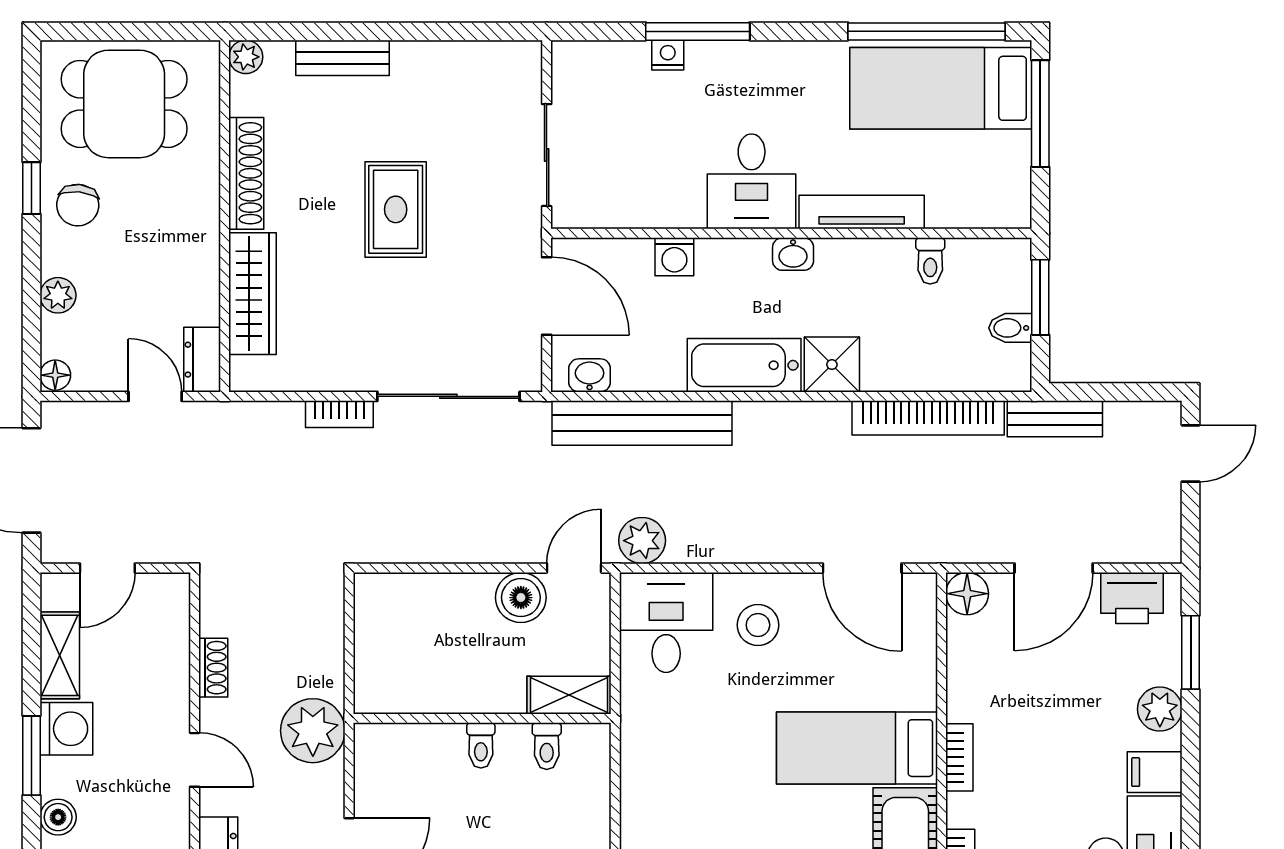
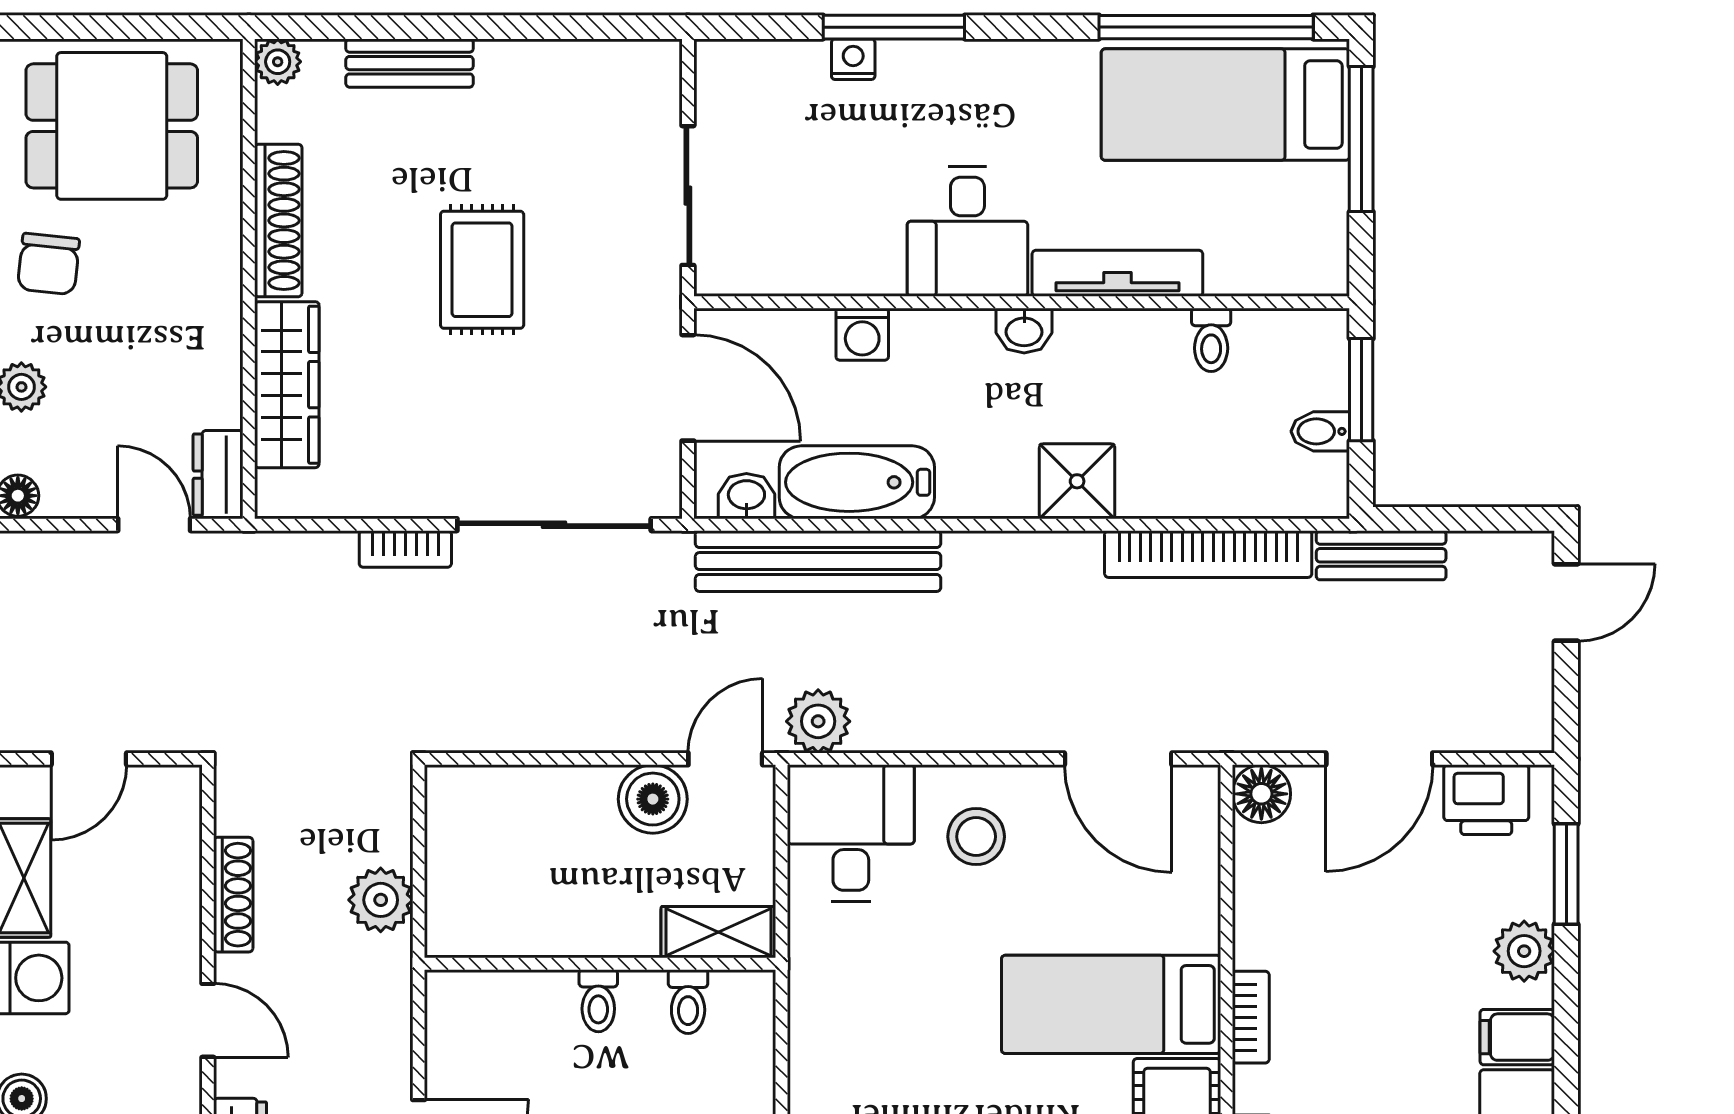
bathtub: (744, 365) -> (857, 482), moved
shoe rack: (213, 668) -> (233, 895), width x1.43
plant: (313, 731) -> (381, 900), moved, width x0.73, depth x0.73

